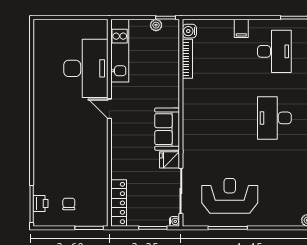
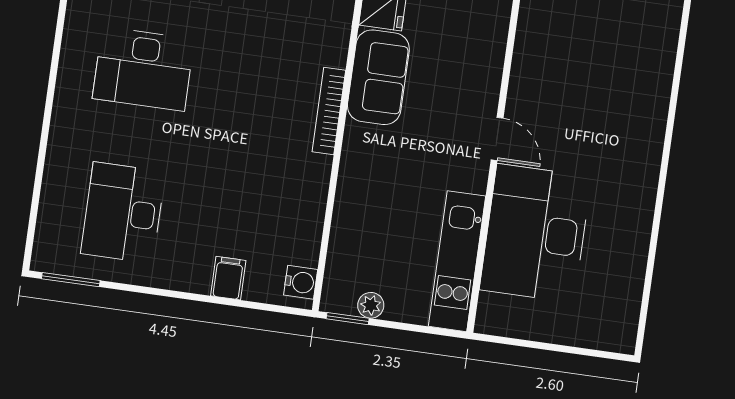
filing cabinet: (241, 28) -> (228, 278), moved
bookcase: (187, 59) -> (329, 111), moved
desk: (274, 118) -> (143, 69), turned 90

